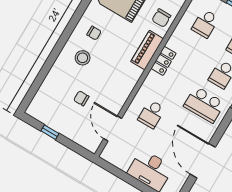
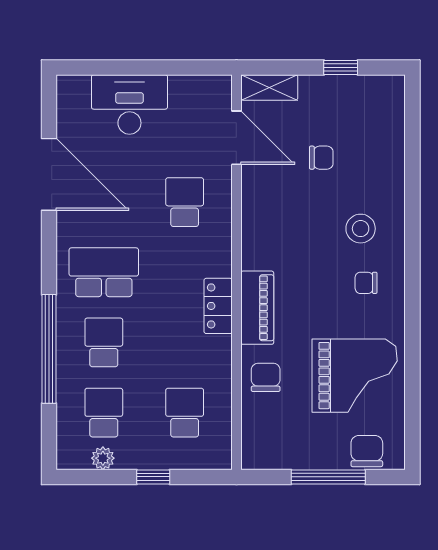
shelving: (86, 142) -> (269, 87), added

